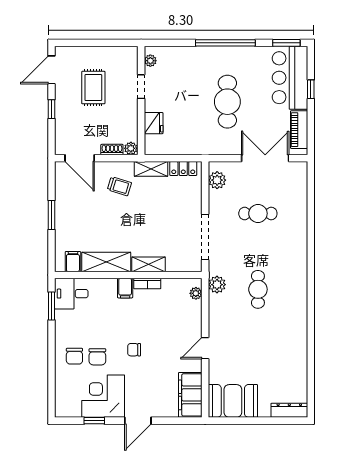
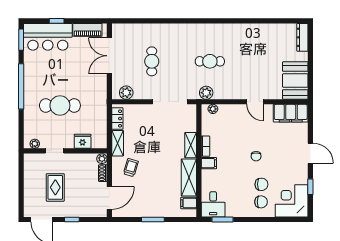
rug: (93, 88) -> (55, 187), turned 90
cafe table: (227, 102) -> (60, 105), moved
corner desk: (103, 396) -> (292, 201), moved, turned 90

